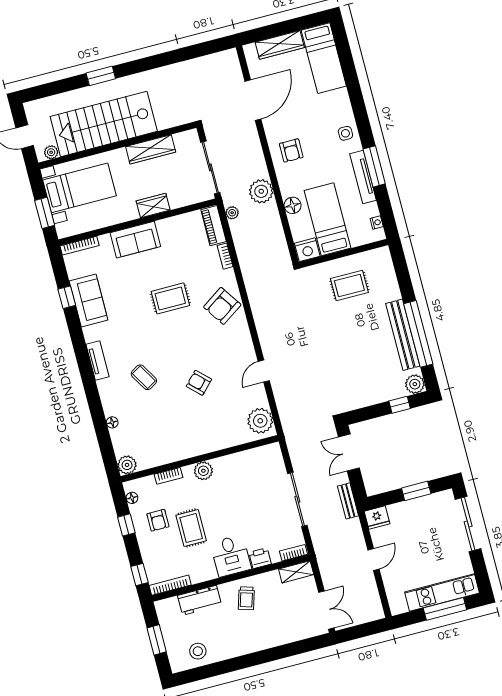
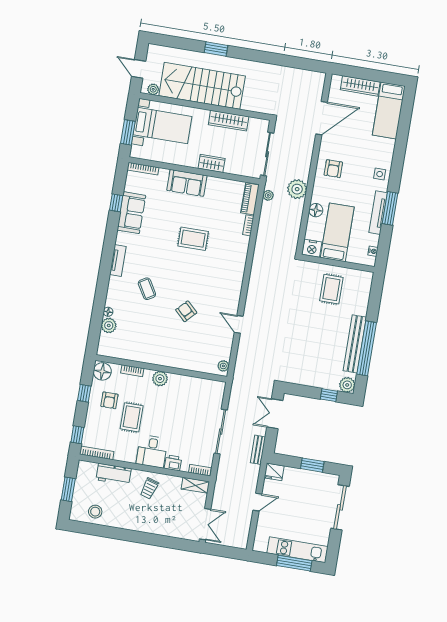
rug: (349, 285) -> (331, 289), turned 90
armchair: (222, 306) -> (230, 262), removed
door: (264, 371) -> (239, 324), hinge flipped
plant: (260, 421) -> (223, 366), width x0.53, depth x0.53
plant: (127, 465) -> (109, 325), moved
floor lamp: (132, 498) -> (102, 371), width x1.89, depth x1.89

